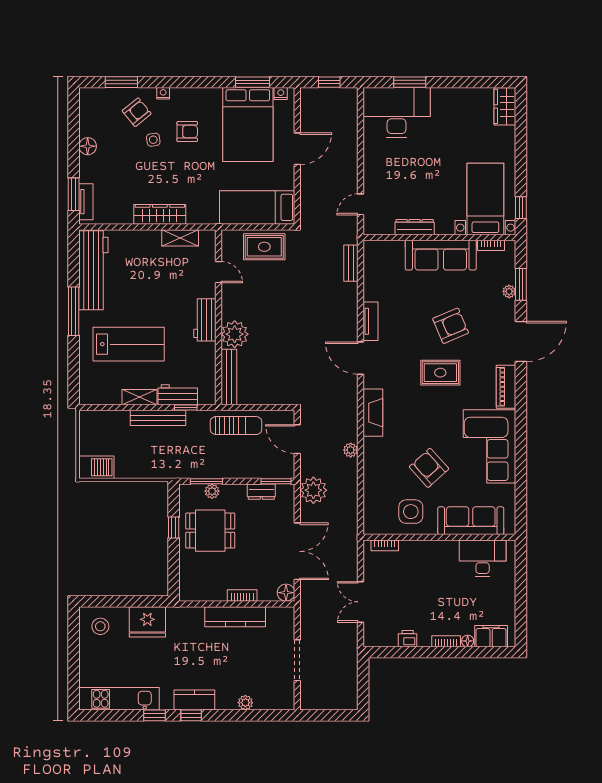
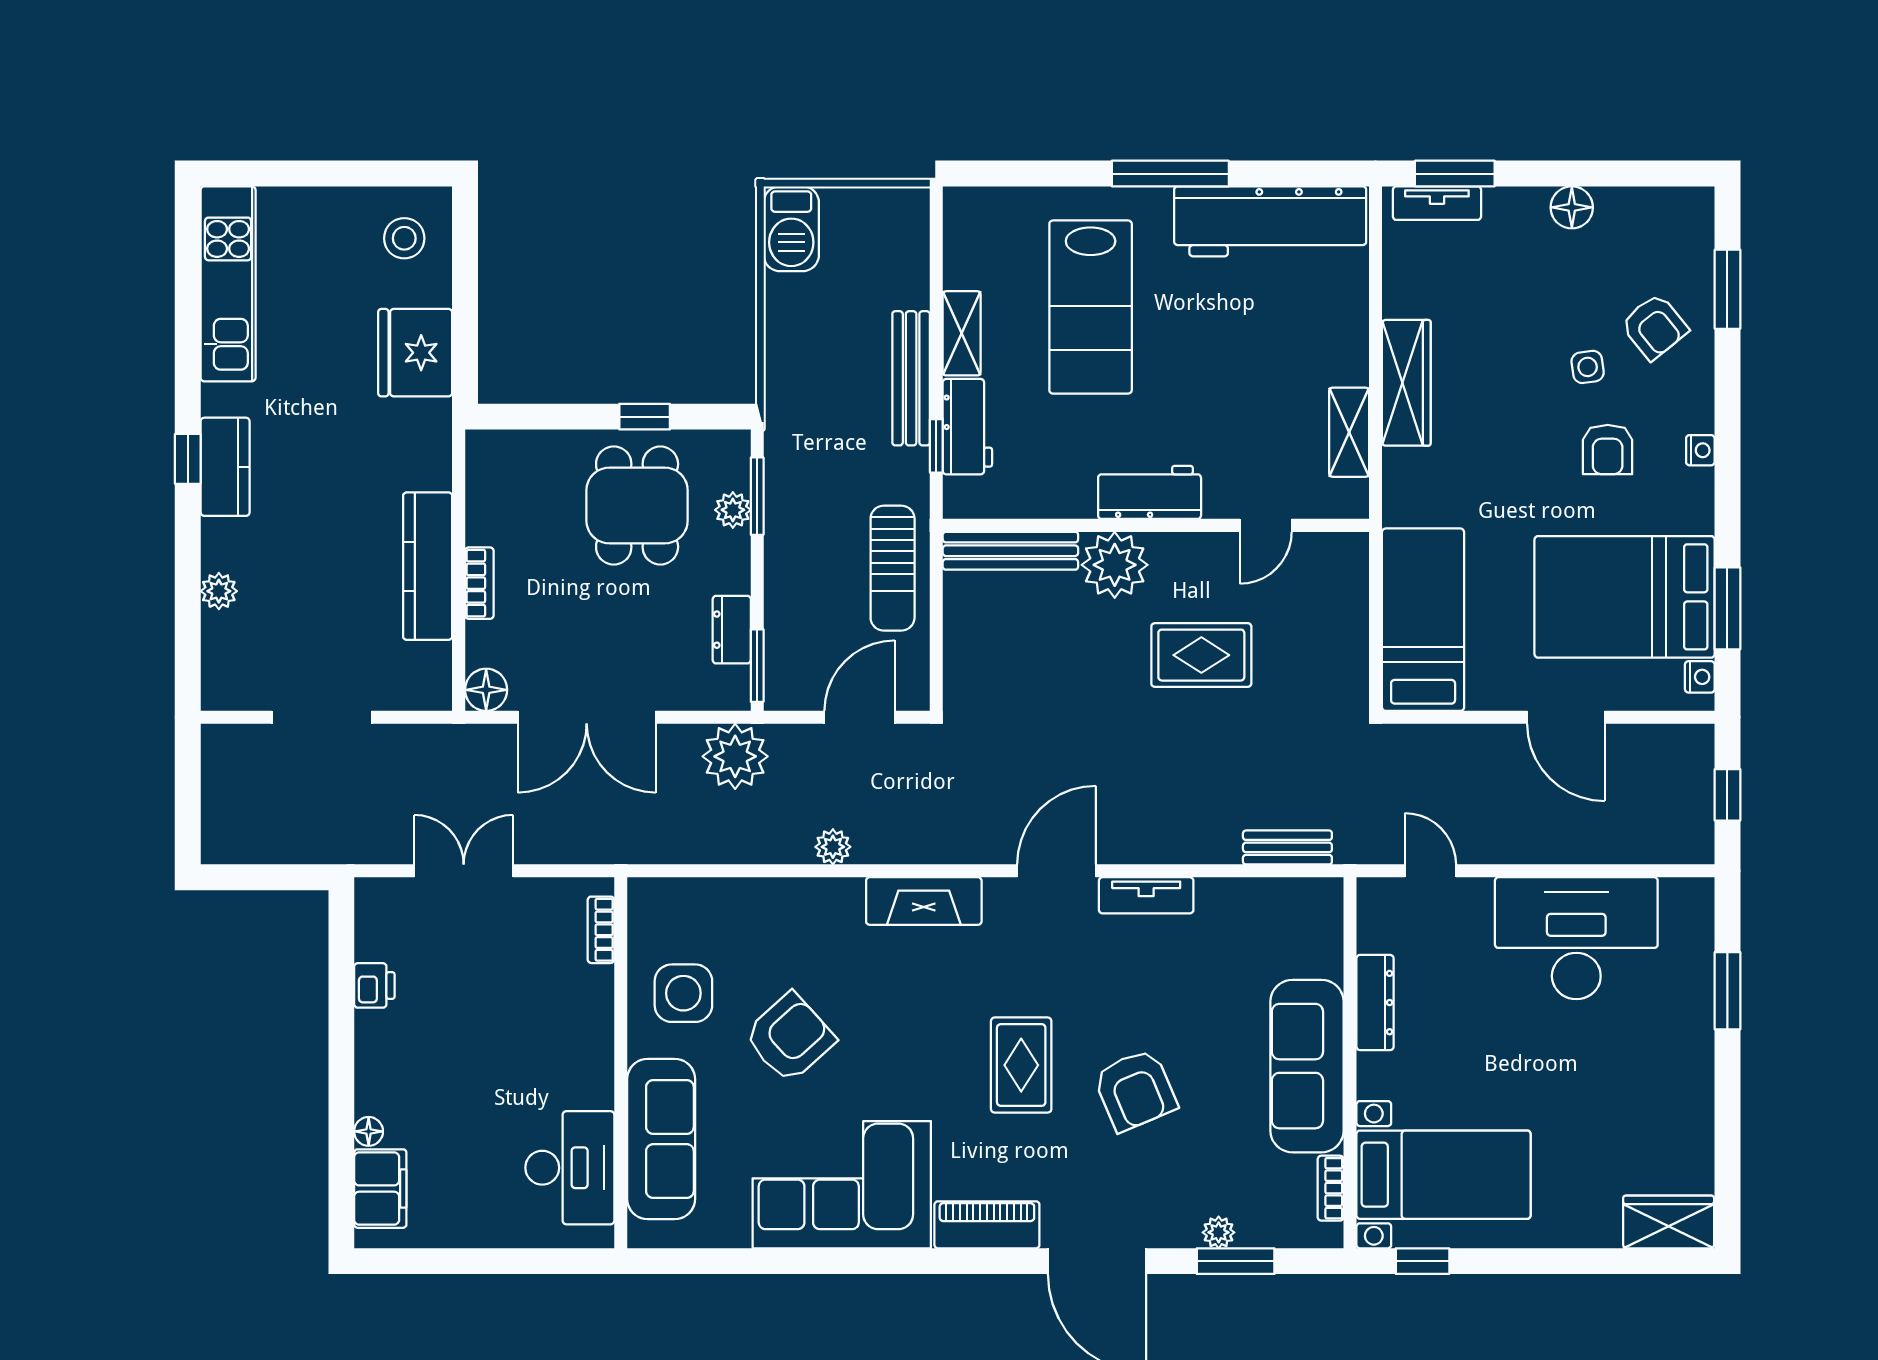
nightstand: (163, 93) -> (1700, 450), moved
desk: (397, 113) -> (1576, 938), moved, turned -90
rug: (264, 247) -> (1201, 655), moved, turned 90
bookcase: (446, 641) -> (368, 1079), removed
window: (154, 715) -> (188, 370), removed

